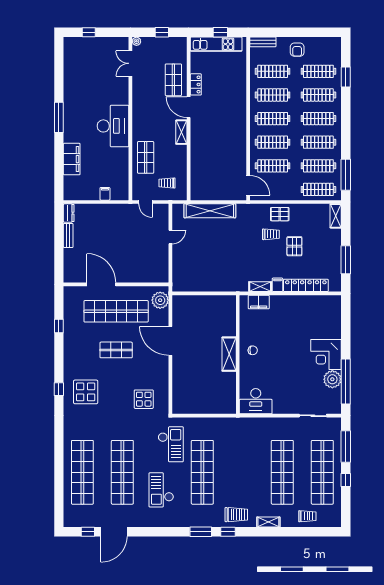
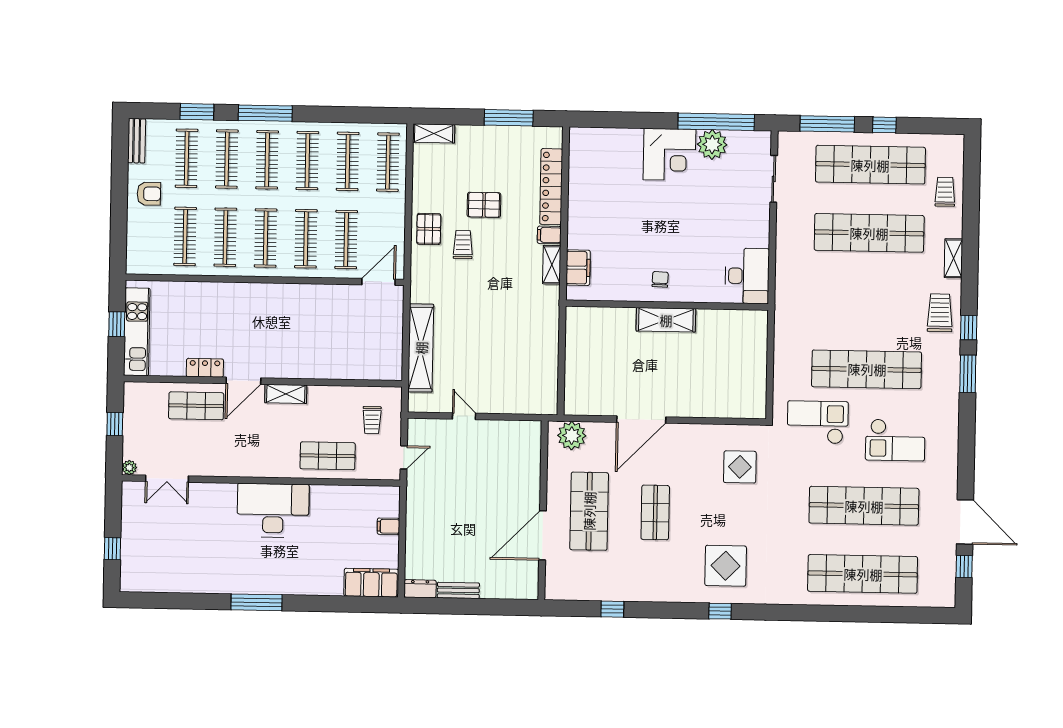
bench: (263, 42) -> (137, 141), moved
filing cabinet: (72, 159) -> (371, 583), moved
window: (346, 175) -> (265, 113), moved
shop shelf: (116, 311) -> (589, 511), width x0.71

